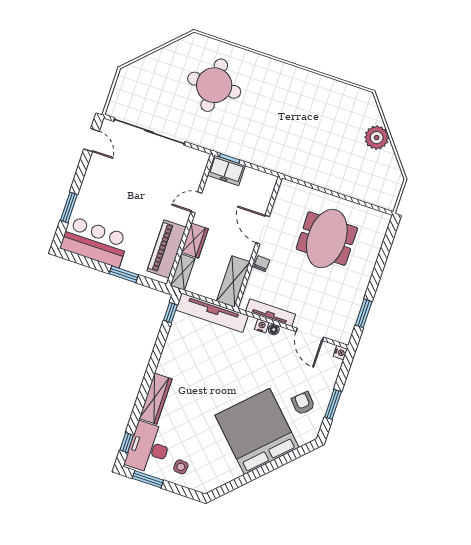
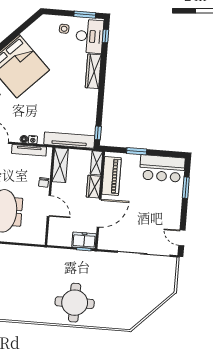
round table: (214, 85) -> (75, 303), moved
door: (196, 202) -> (99, 213), width x1.88

